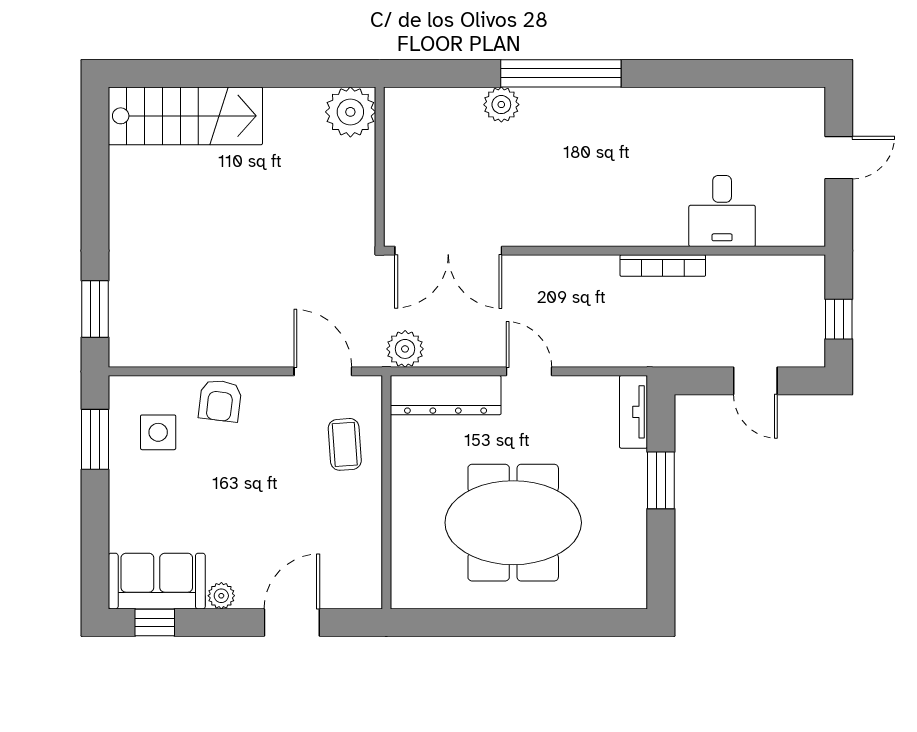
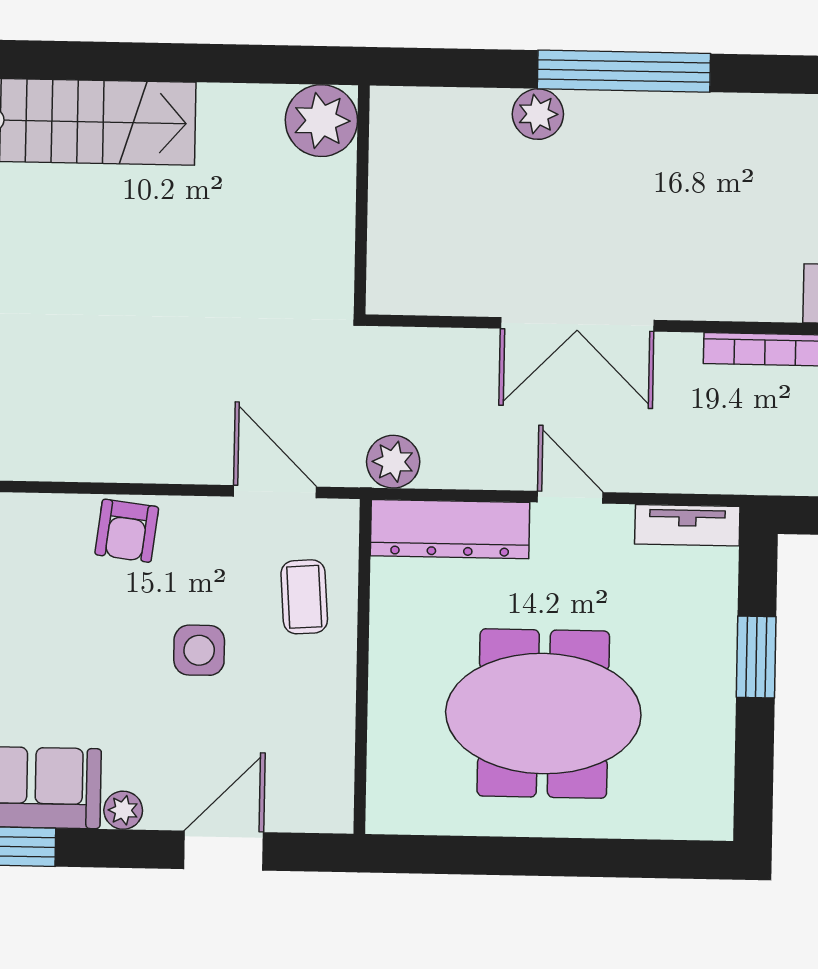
double door: (448, 251) -> (577, 324), moved
tv unit: (634, 412) -> (687, 525), moved, turned -90
side table: (158, 432) -> (199, 650), moved

